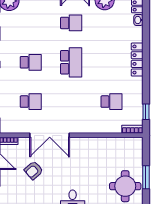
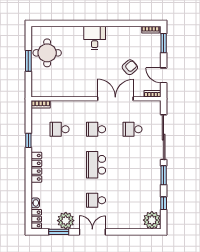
school desk: (31, 62) -> (96, 129), moved
window: (146, 112) -> (28, 140), moved

